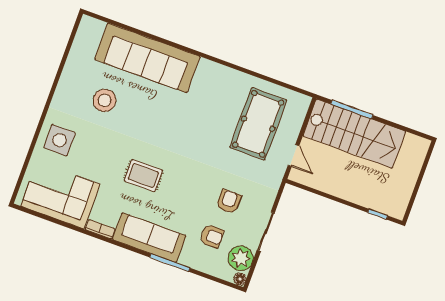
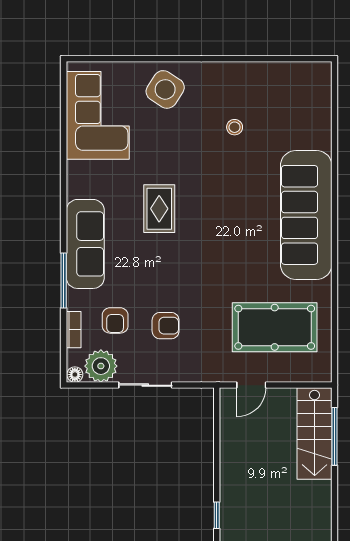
sofa: (147, 58) -> (306, 215), moved
stool: (105, 100) -> (235, 127), width x0.53, depth x0.53
stairs: (354, 134) -> (315, 434), width x0.73, depth x0.66
side table: (59, 140) -> (165, 89), turned 33
bookcase: (100, 229) -> (74, 330), moved

